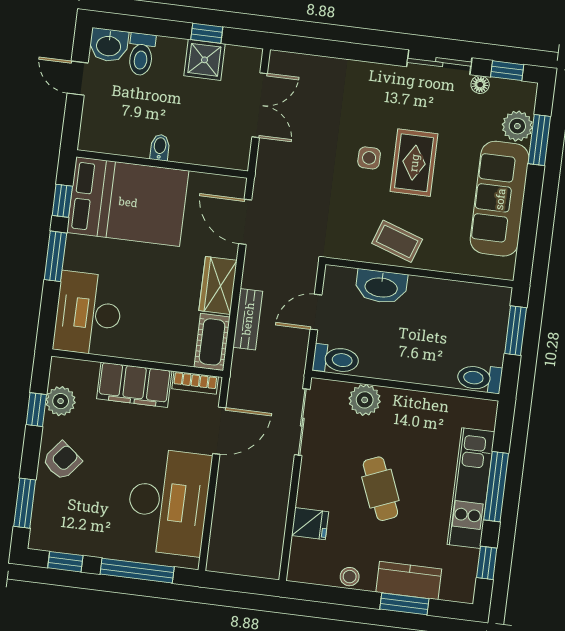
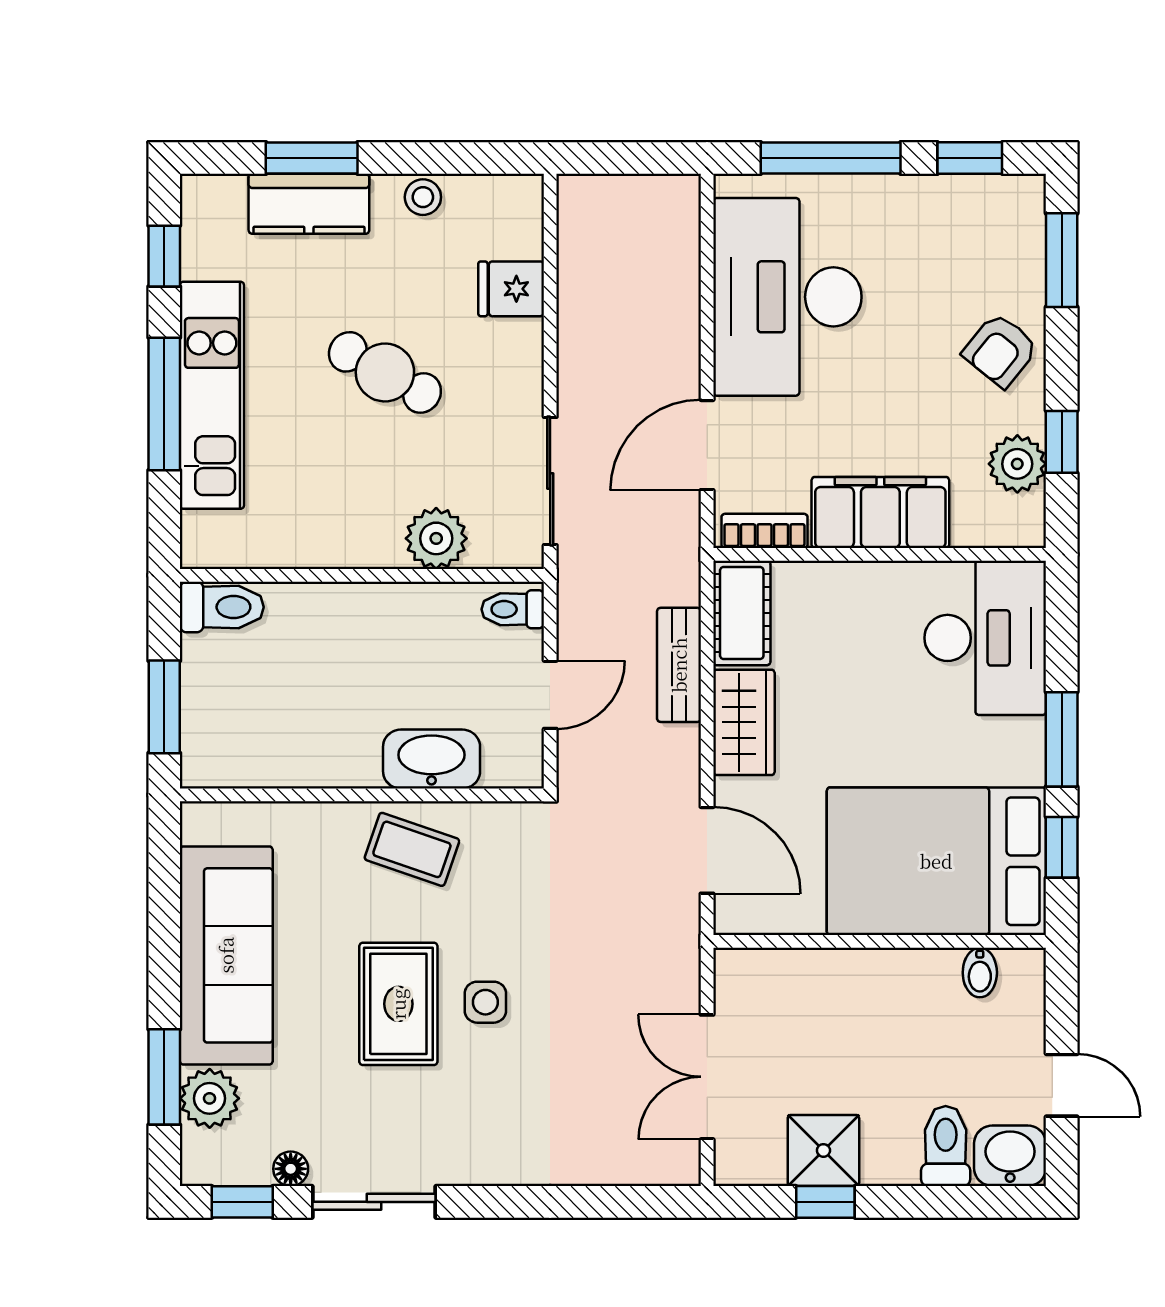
bidet: (160, 147) -> (980, 973), moved
toilet: (336, 359) -> (513, 609), width x0.73, depth x0.72
cafe table: (380, 489) -> (385, 372), turned -39

